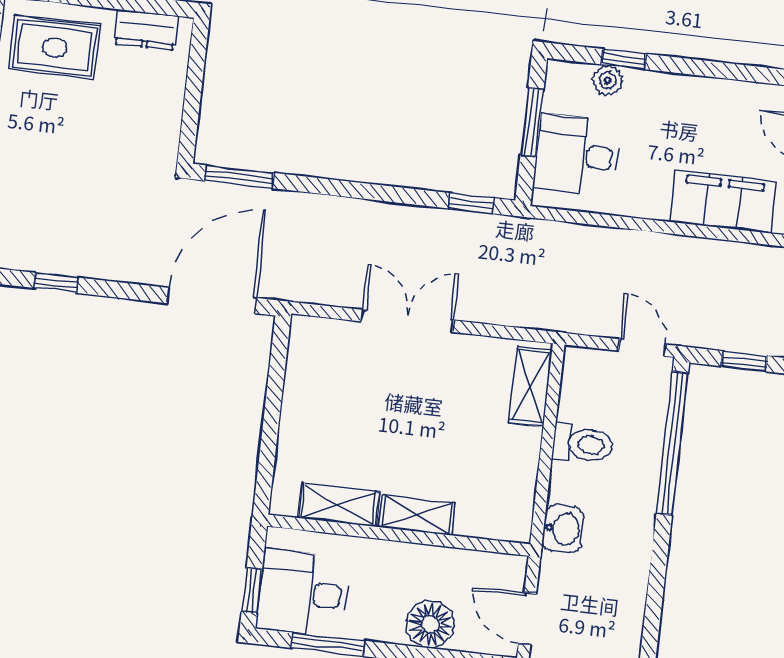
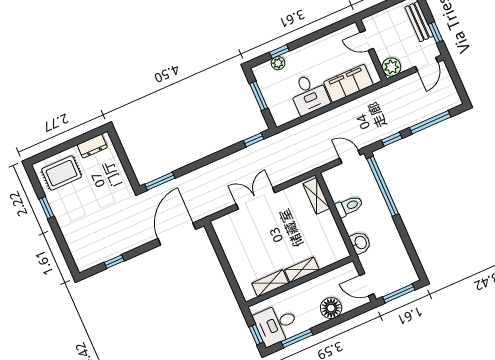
desk: (577, 155) -> (309, 94), moved, turned -90

